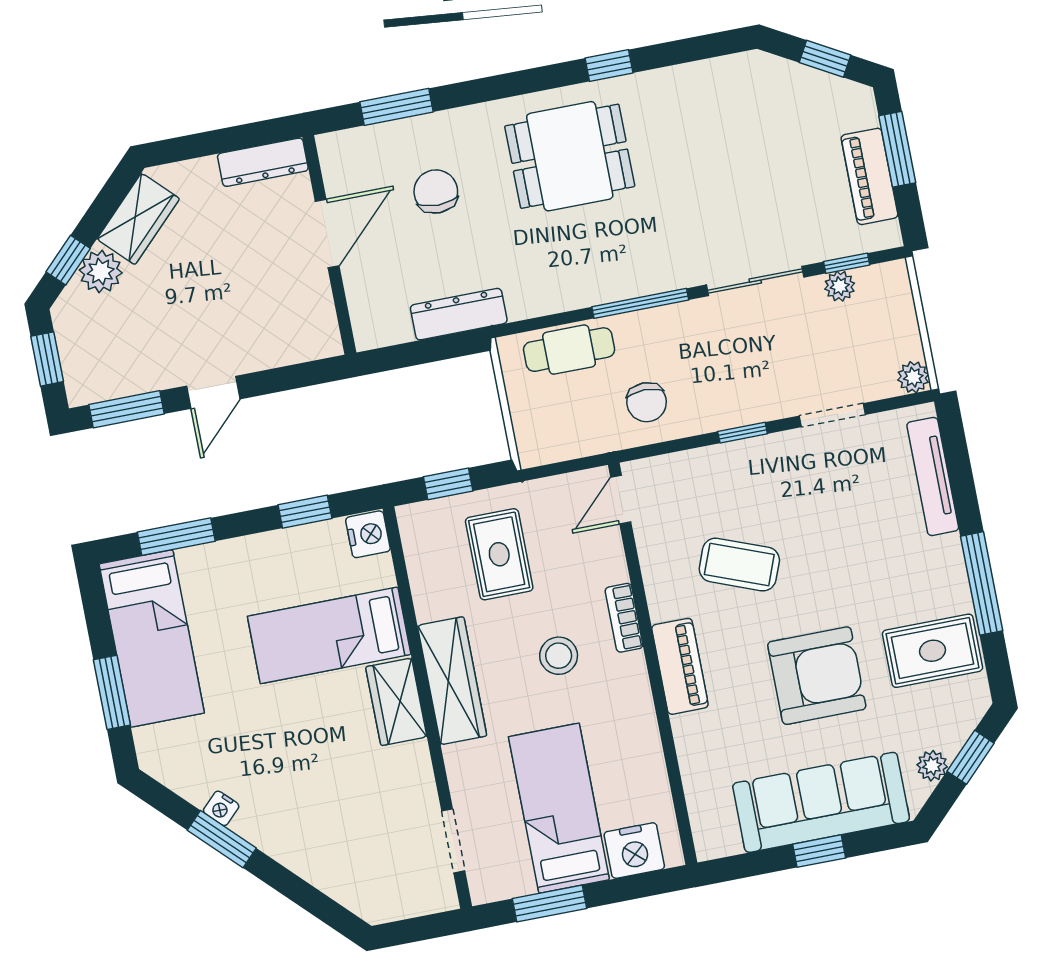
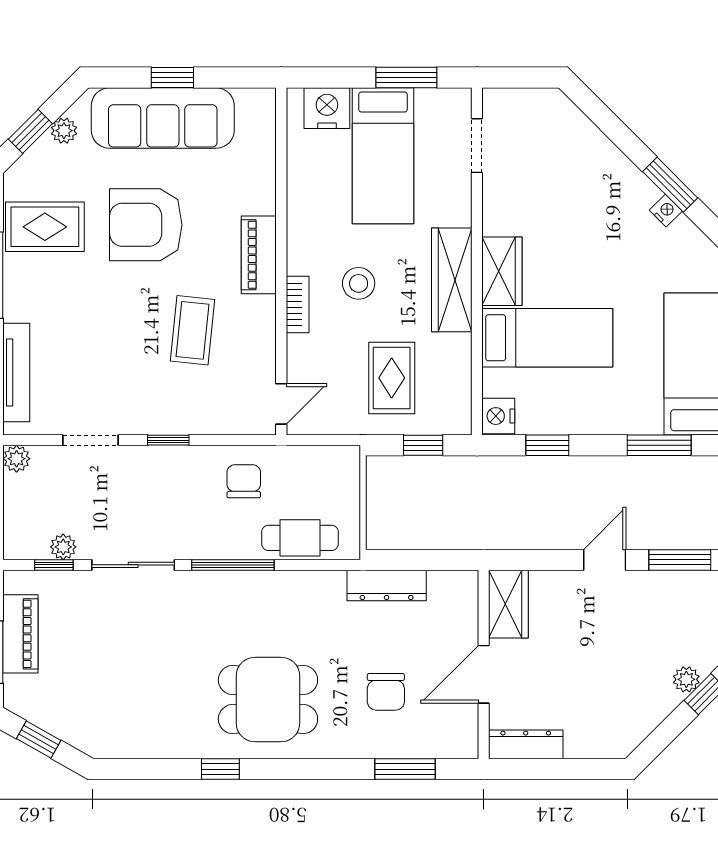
wardrobe: (138, 219) -> (508, 604), moved, turned 135
plant: (101, 271) -> (686, 679), width x0.73, depth x0.73
coffee table: (739, 565) -> (192, 330), turned 75

